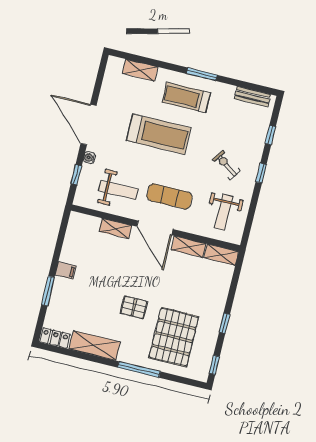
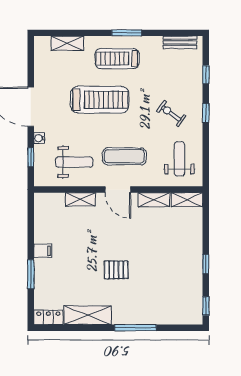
weight bench: (224, 212) -> (179, 159), turned 180
door: (155, 228) -> (118, 190), width x0.73
pallet: (174, 337) -> (161, 289), removed

